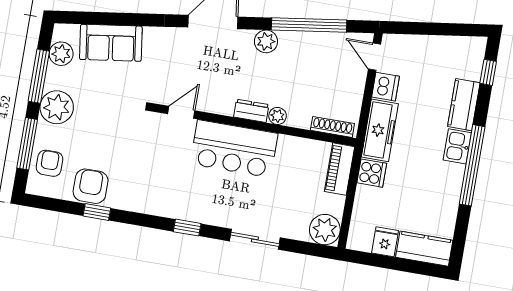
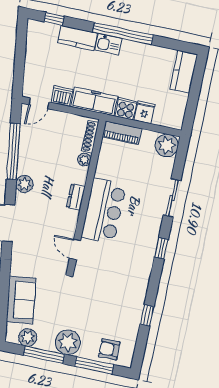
plant: (278, 116) -> (84, 160), moved
armchair: (91, 186) -> (128, 319), removed
fridge: (385, 242) -> (144, 112), moved, turned 90

